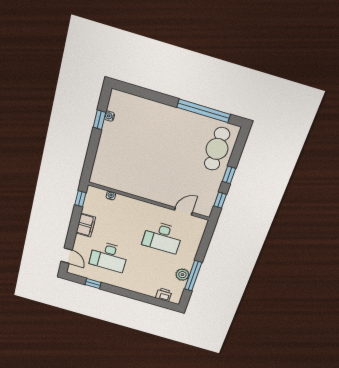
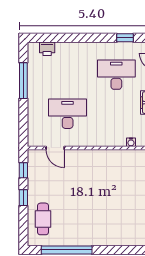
cafe table: (217, 149) -> (43, 219), width x0.73, depth x0.74
door: (183, 211) -> (55, 148), hinge flipped
plant: (182, 275) -> (35, 78), removed

